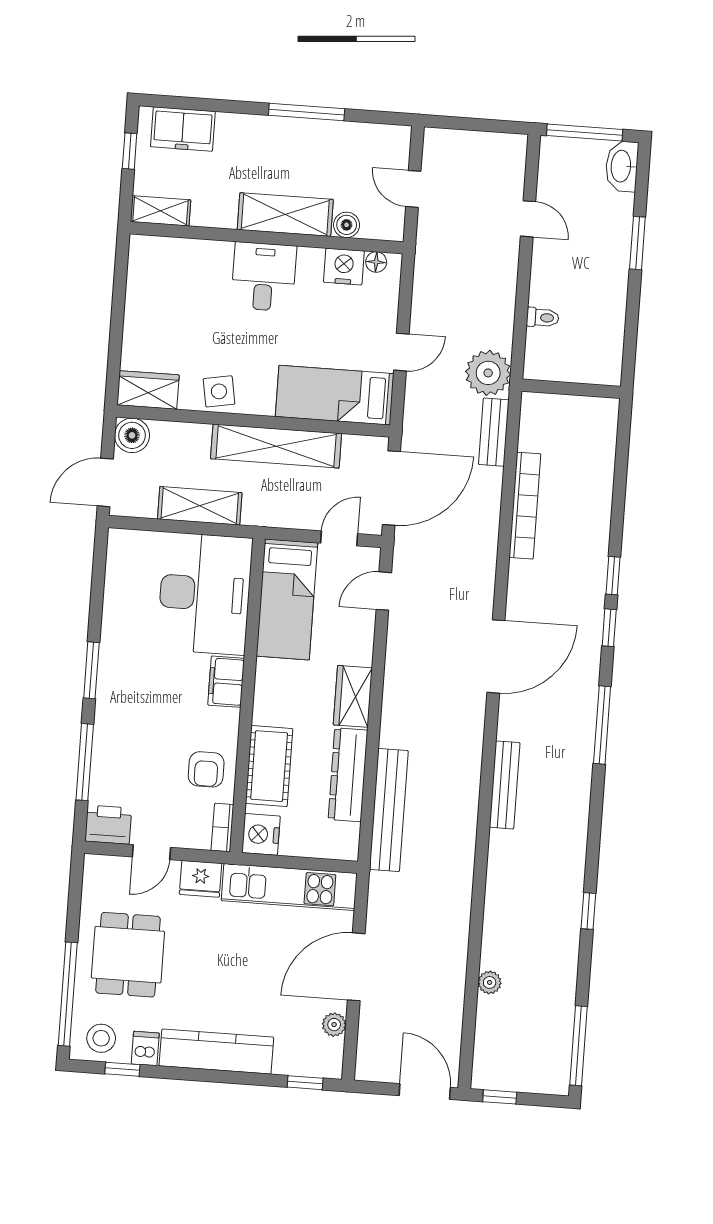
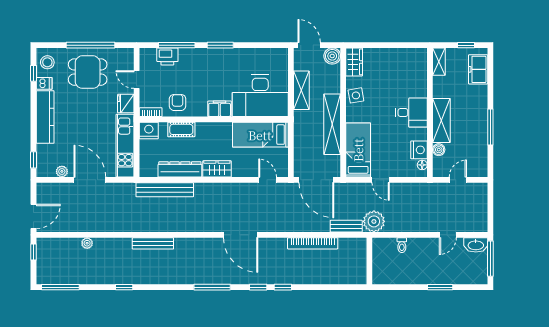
washbasin: (622, 166) -> (476, 245), moved, turned 180
door: (339, 538) -> (291, 157), removed
cot: (269, 766) -> (181, 129), width x0.73, depth x0.75
armchair: (206, 769) -> (178, 102), turned 90
bench: (505, 785) -> (153, 243), moved
printer: (108, 825) -> (167, 56), moved, turned 90
window: (68, 994) -> (90, 45), moved

